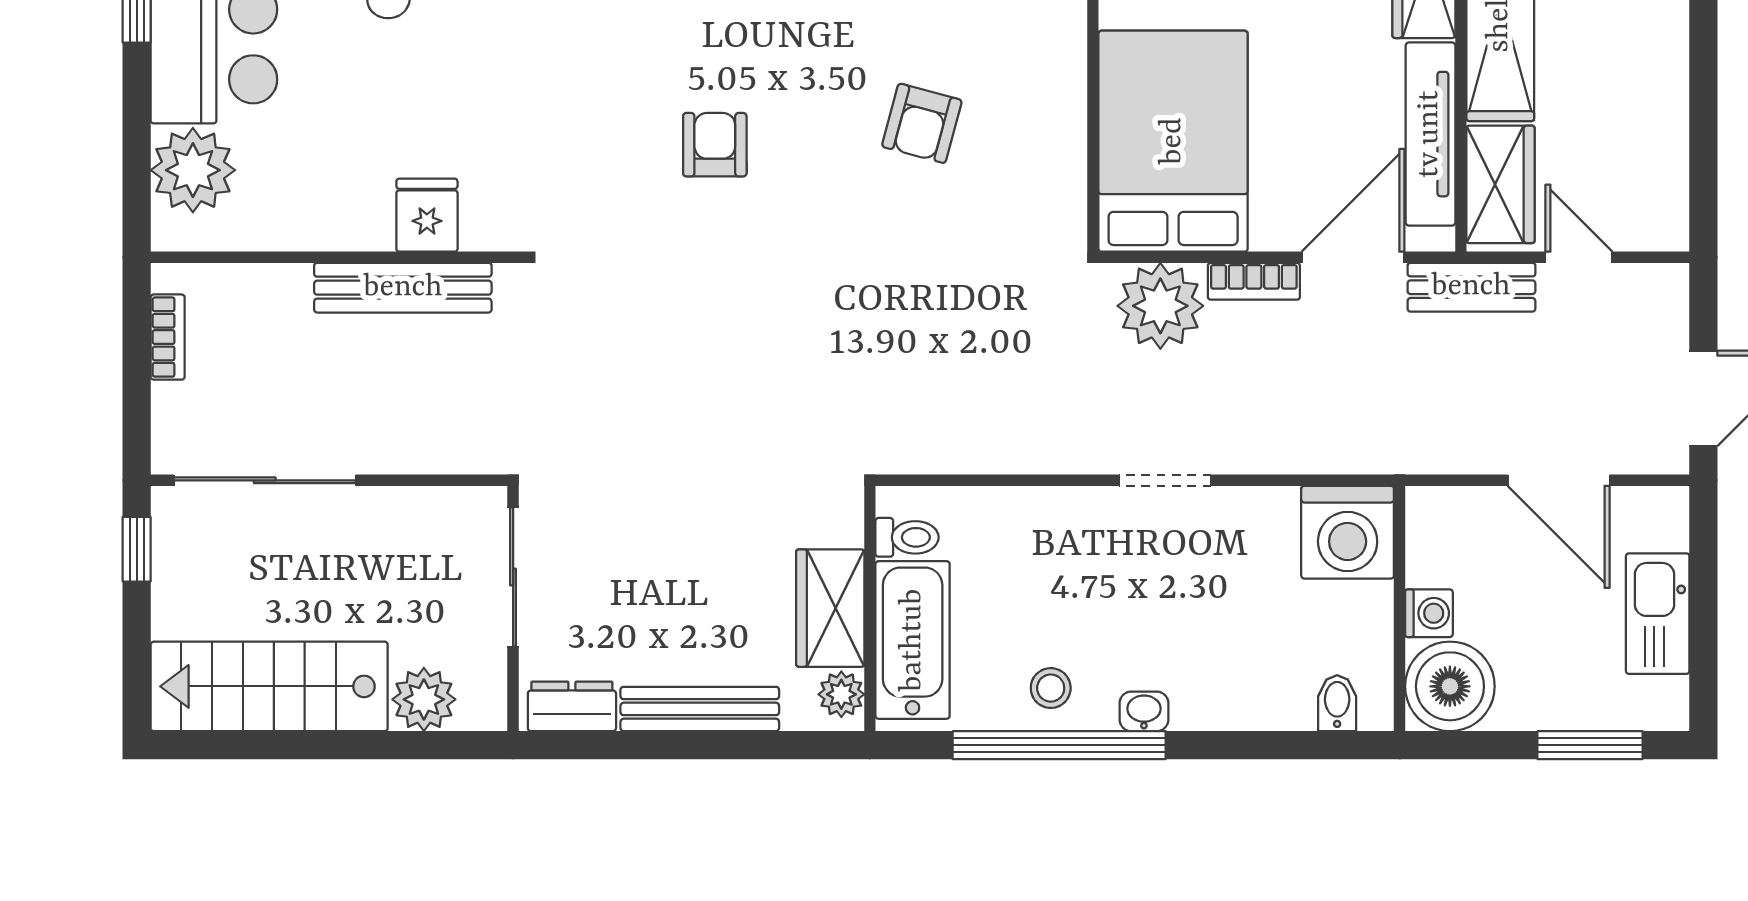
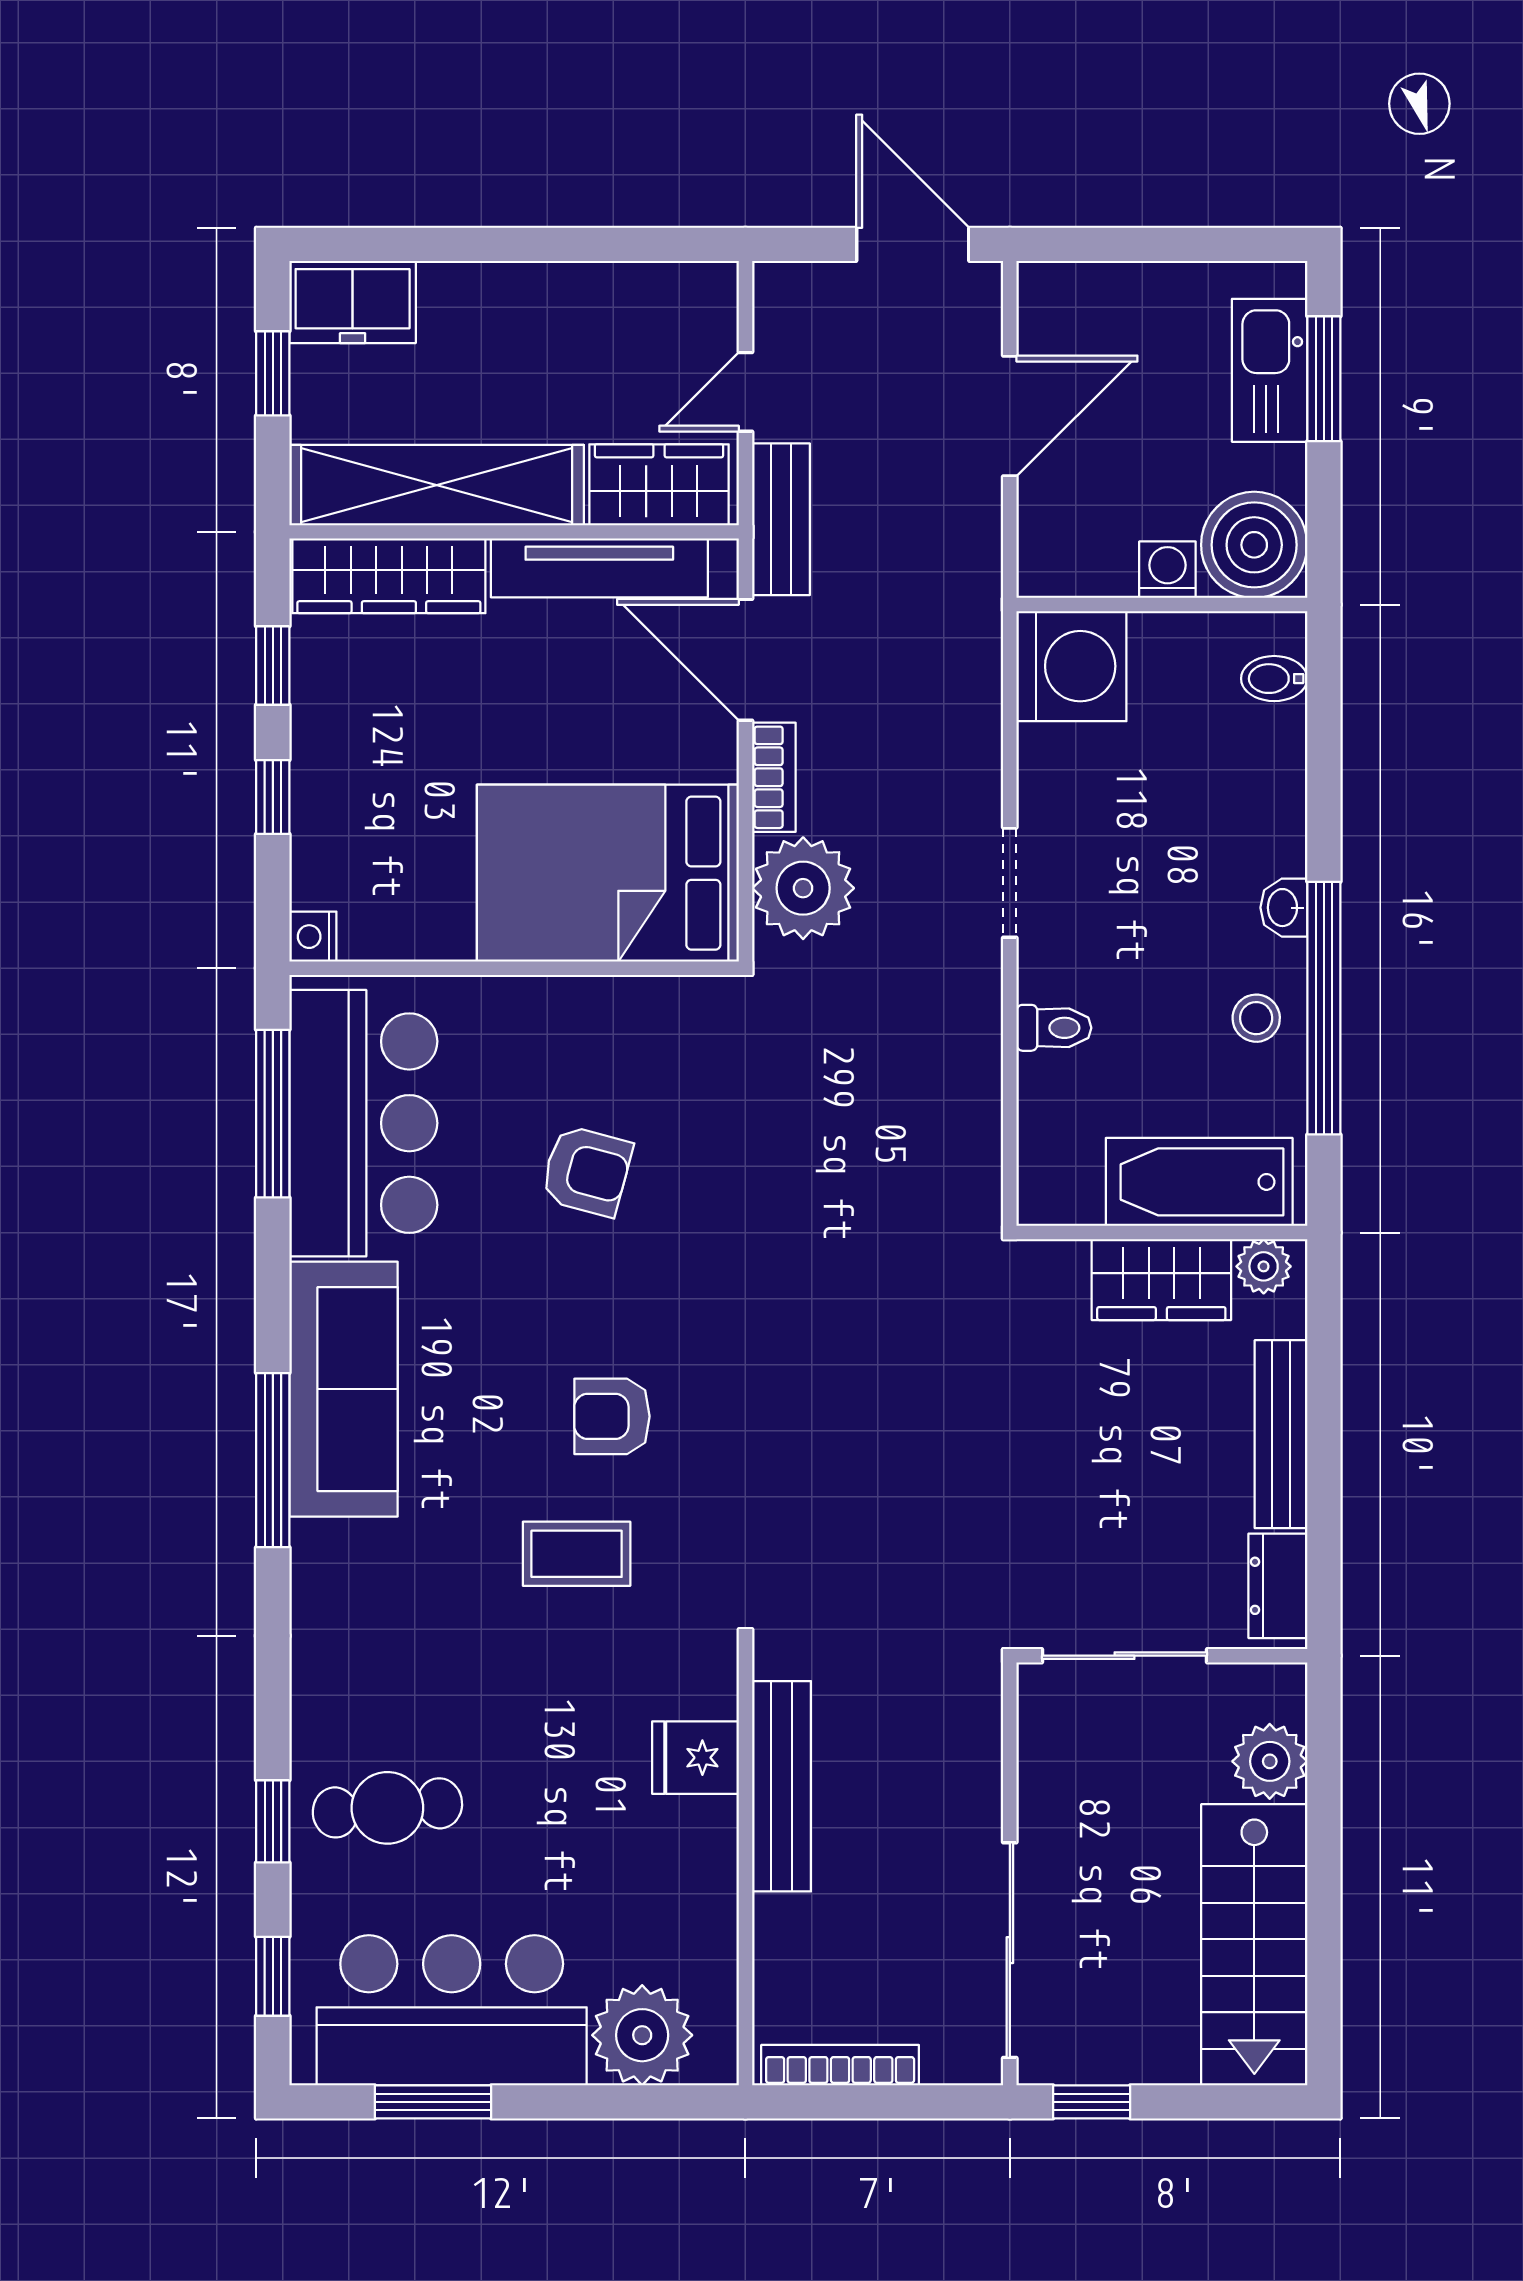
coffee table: (599, 115) -> (577, 1554), added
bookcase: (168, 337) -> (840, 2065), width x1.56
toilet: (907, 537) -> (1054, 1028), moved, turned 90
kitchen sink: (1658, 614) -> (1270, 370), moved, turned 90

